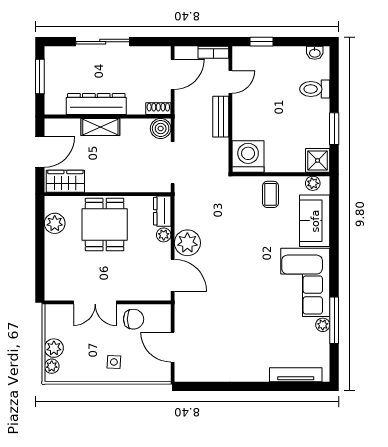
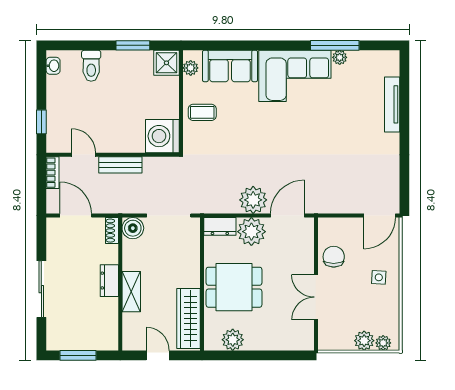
dresser: (96, 104) -> (109, 281), width x0.51, depth x0.80
door: (40, 152) -> (158, 355), width x0.73
wardrobe: (65, 181) -> (188, 318), width x1.50
plant: (164, 235) -> (251, 232), width x1.88, depth x1.88
double door: (95, 302) -> (316, 297), swing flipped
door: (173, 347) -> (380, 216), moved
tv unit: (296, 375) -> (392, 104), moved

